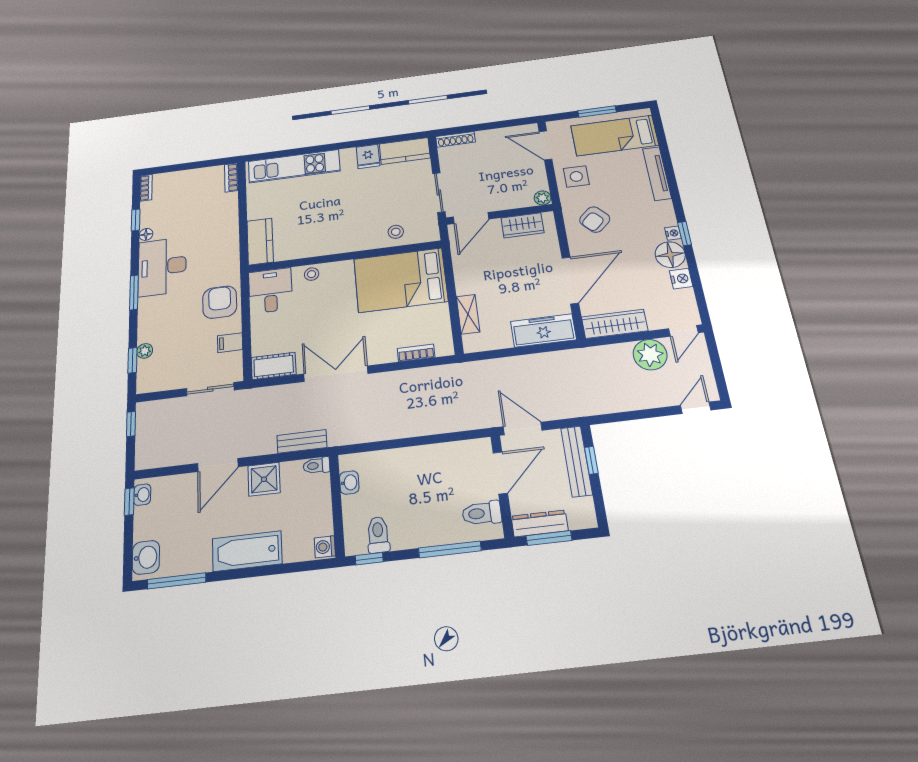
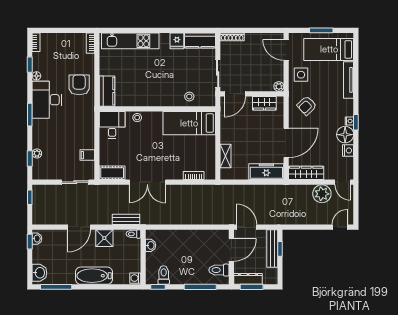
bed: (401, 280) -> (189, 123), width x0.67
armchair: (220, 302) -> (79, 85), moved
door: (683, 331) -> (343, 182), hinge flipped
double door: (336, 374) -> (147, 182), swing flipped

